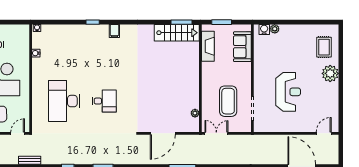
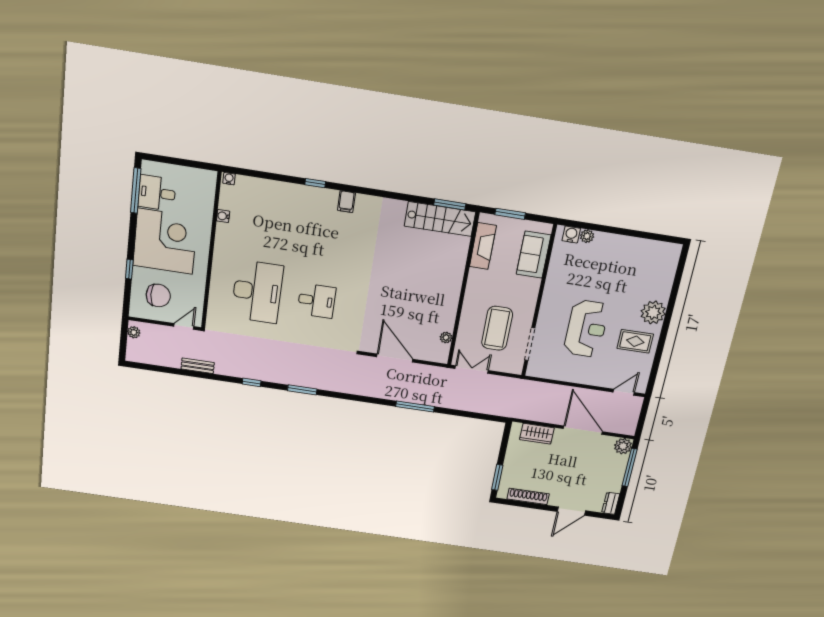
rug: (324, 47) -> (635, 341), moved, turned 90
desk: (64, 101) -> (257, 292), turned 180
door: (163, 133) -> (395, 358), swing flipped

